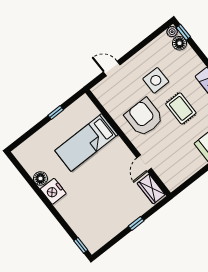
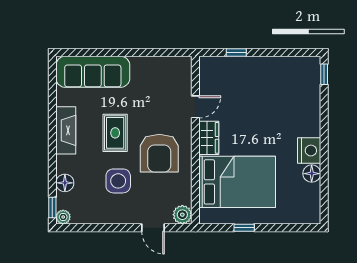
floor lamp: (179, 43) -> (65, 183), moved
plant: (100, 91) -> (182, 215), added
bed: (86, 143) -> (237, 182), width x1.50
wardrobe: (151, 189) -> (209, 138), moved
window: (136, 223) -> (236, 53), moved

